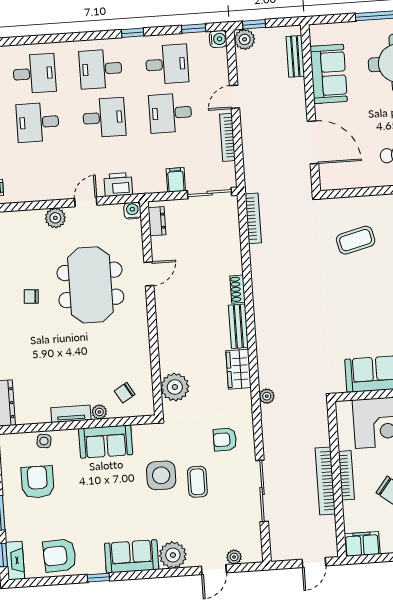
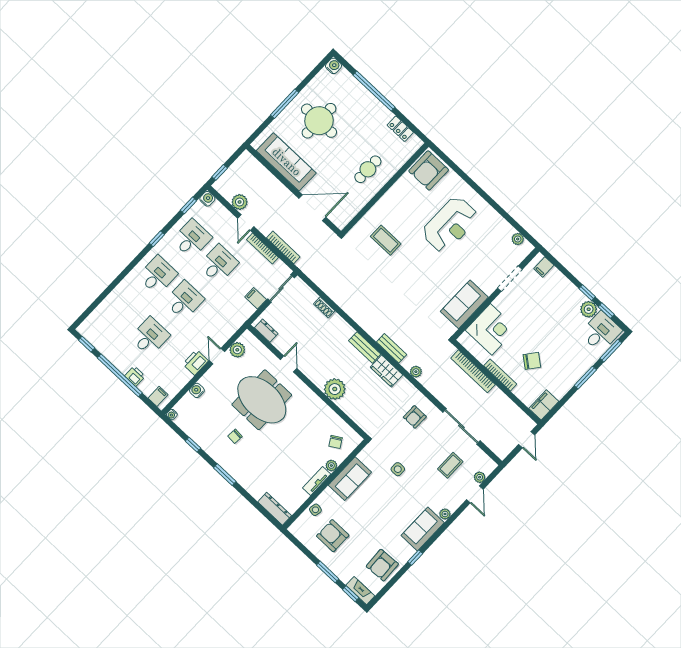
plant: (245, 39) -> (240, 202), moved
bench: (295, 56) -> (392, 348), moved
desk: (101, 69) -> (158, 275), turned 180
desk: (34, 74) -> (123, 311), removed
sofa: (329, 74) -> (286, 162), width x1.36
desk: (170, 113) -> (219, 264), turned 180
desk: (38, 122) -> (150, 337), turned 180
printer: (118, 184) -> (196, 362), moved
water cooler: (132, 211) -> (197, 390), moved
plant: (55, 218) -> (237, 350), moved
bookcase: (253, 218) -> (283, 247), moved
coffee table: (356, 240) -> (386, 240), turned -76
shoe rack: (237, 289) -> (324, 307), moved
plant: (175, 387) -> (335, 389), moved
side table: (161, 475) -> (398, 469), width x0.54, depth x0.54
bookcase: (325, 481) -> (473, 371), moved
coffee table: (197, 482) -> (450, 465), moved, turned 90
plant: (173, 555) -> (445, 514), width x0.53, depth x0.53

